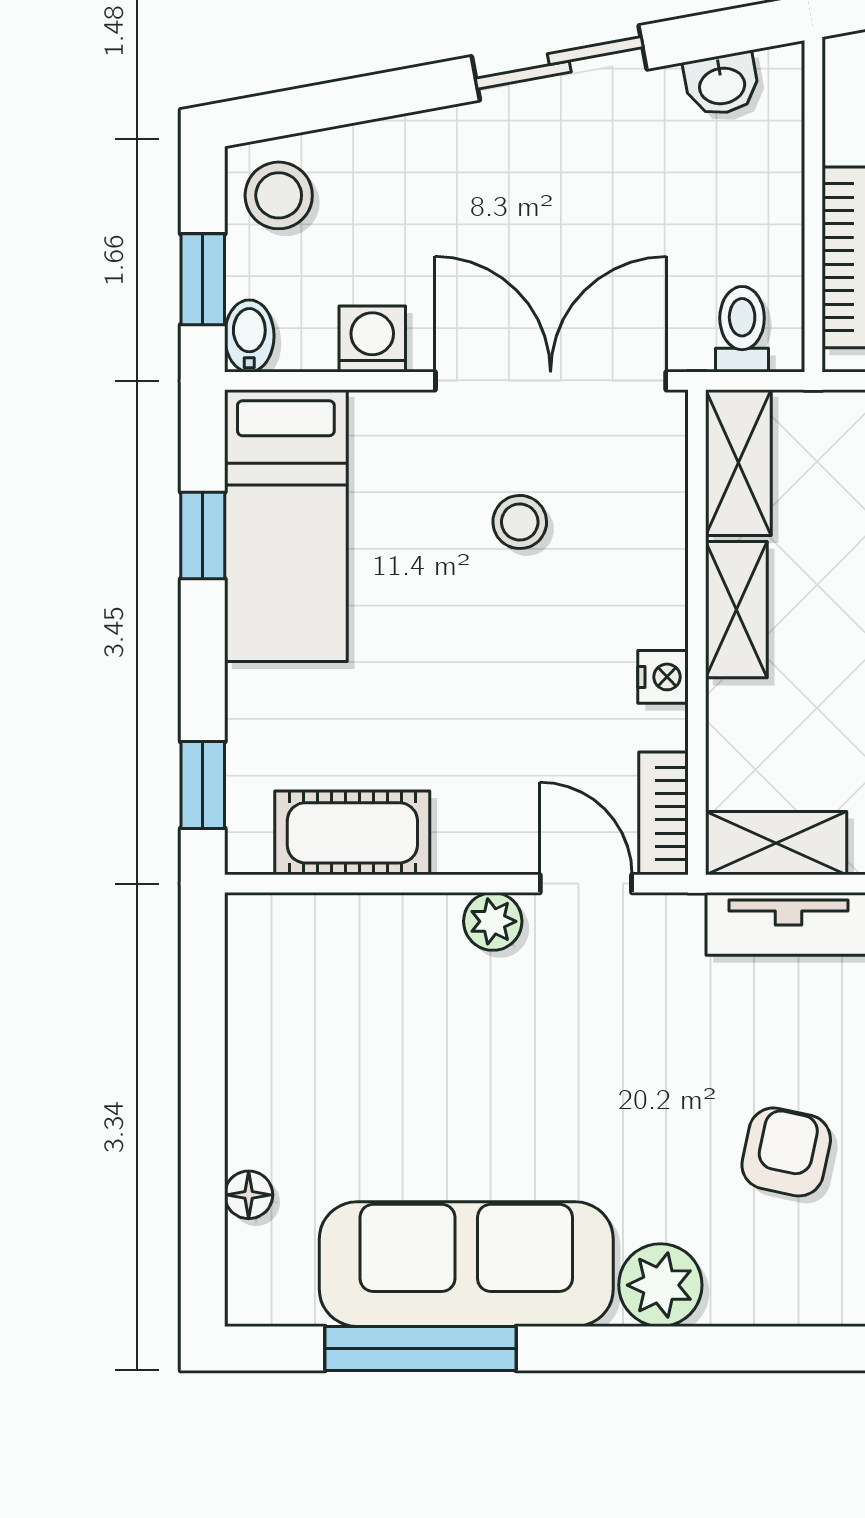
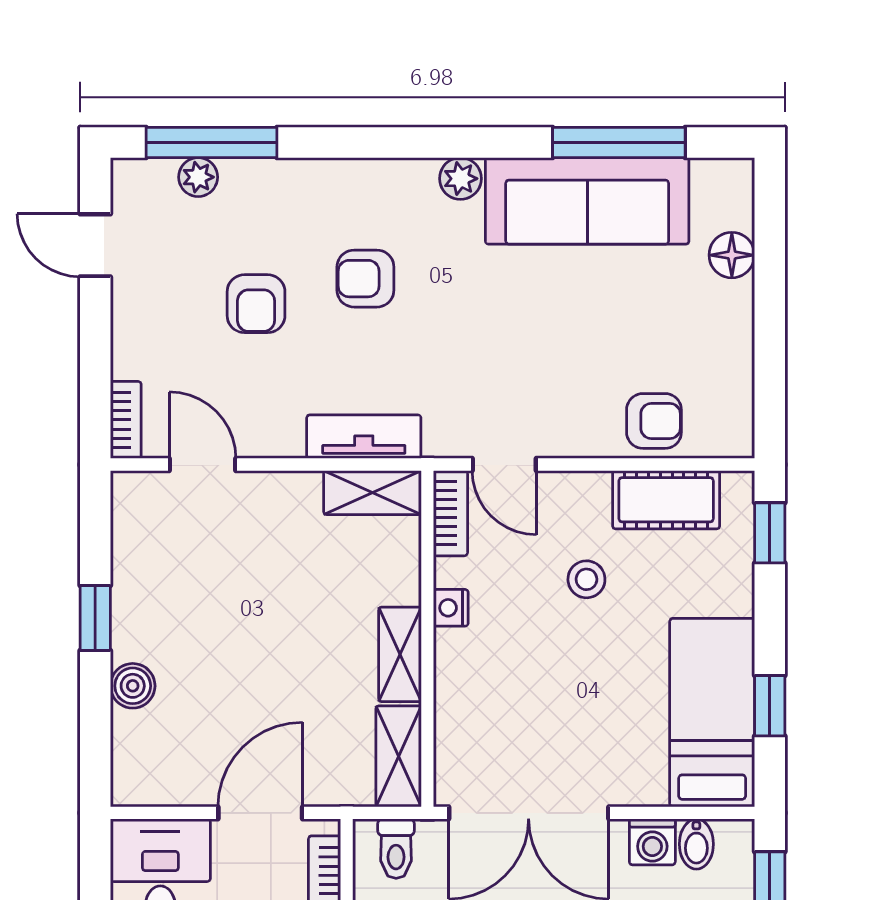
bidet: (249, 336) -> (696, 844), moved
stool: (520, 522) -> (586, 579), moved
plant: (493, 921) -> (569, 438), removed
armchair: (370, 946) -> (654, 421), added
armchair: (786, 1152) -> (365, 279), turned 78
floor lamp: (249, 1195) -> (732, 255), width x1.37, depth x1.37
plant: (660, 1285) -> (460, 179), width x0.73, depth x0.73

